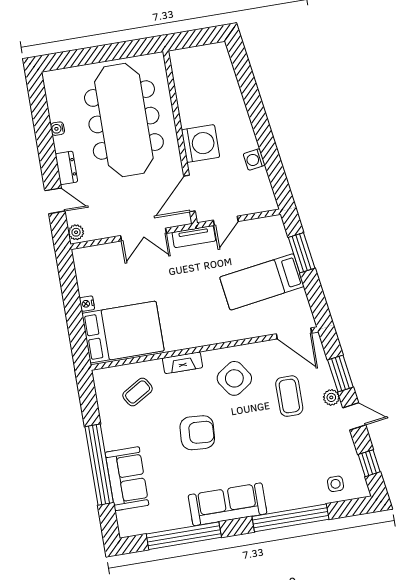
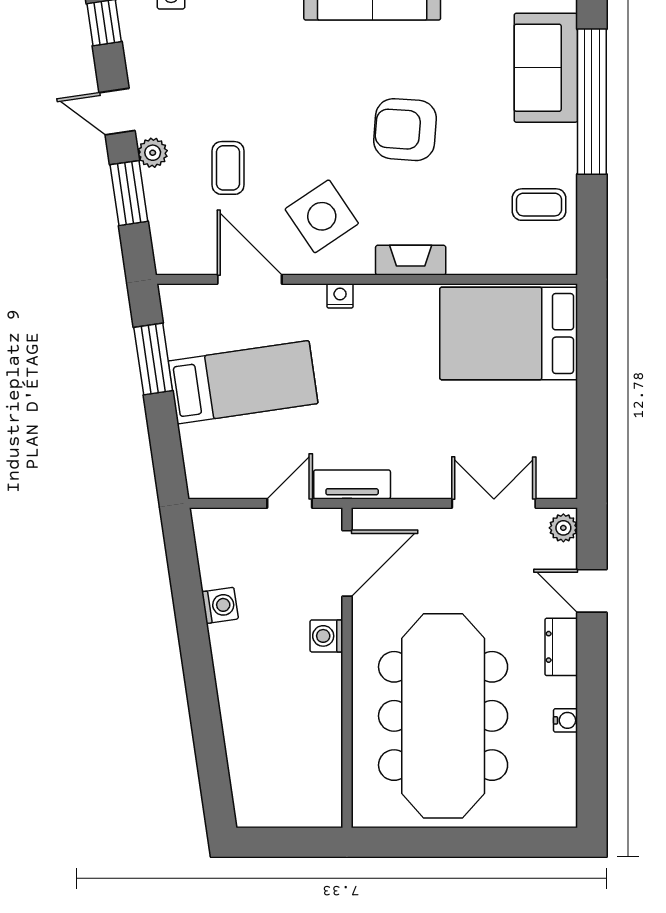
washing machine: (200, 144) -> (326, 636), width x0.53, depth x0.53
double door: (144, 235) -> (494, 503), moved
window: (302, 253) -> (153, 359), moved
nightstand: (87, 304) -> (340, 296), moved, turned -90
door: (294, 333) -> (250, 279), moved
coffee table: (138, 392) -> (539, 205), moved, turned 31
coffee table: (289, 396) -> (228, 168), width x0.73, depth x0.77

